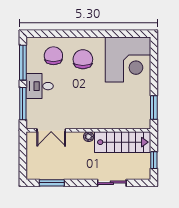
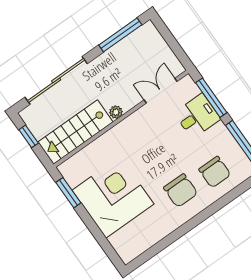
corner desk: (128, 60) -> (113, 197), moved, turned 90
desk: (40, 86) -> (197, 116), moved
window: (52, 183) -> (120, 35), width x1.44
sliding door: (112, 183) -> (56, 80), width x1.86

